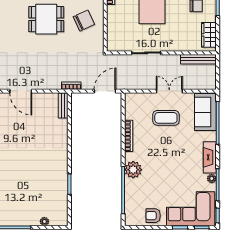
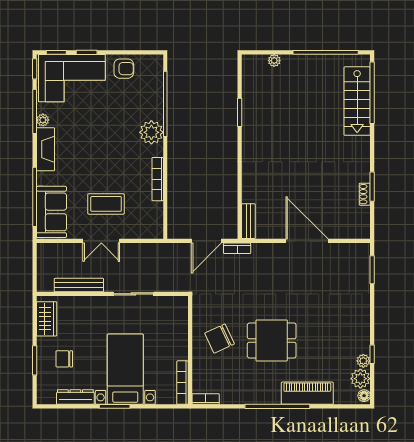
bench: (198, 59) -> (79, 285), moved
door: (21, 91) -> (307, 241), width x1.36
door: (105, 91) -> (206, 241), moved

